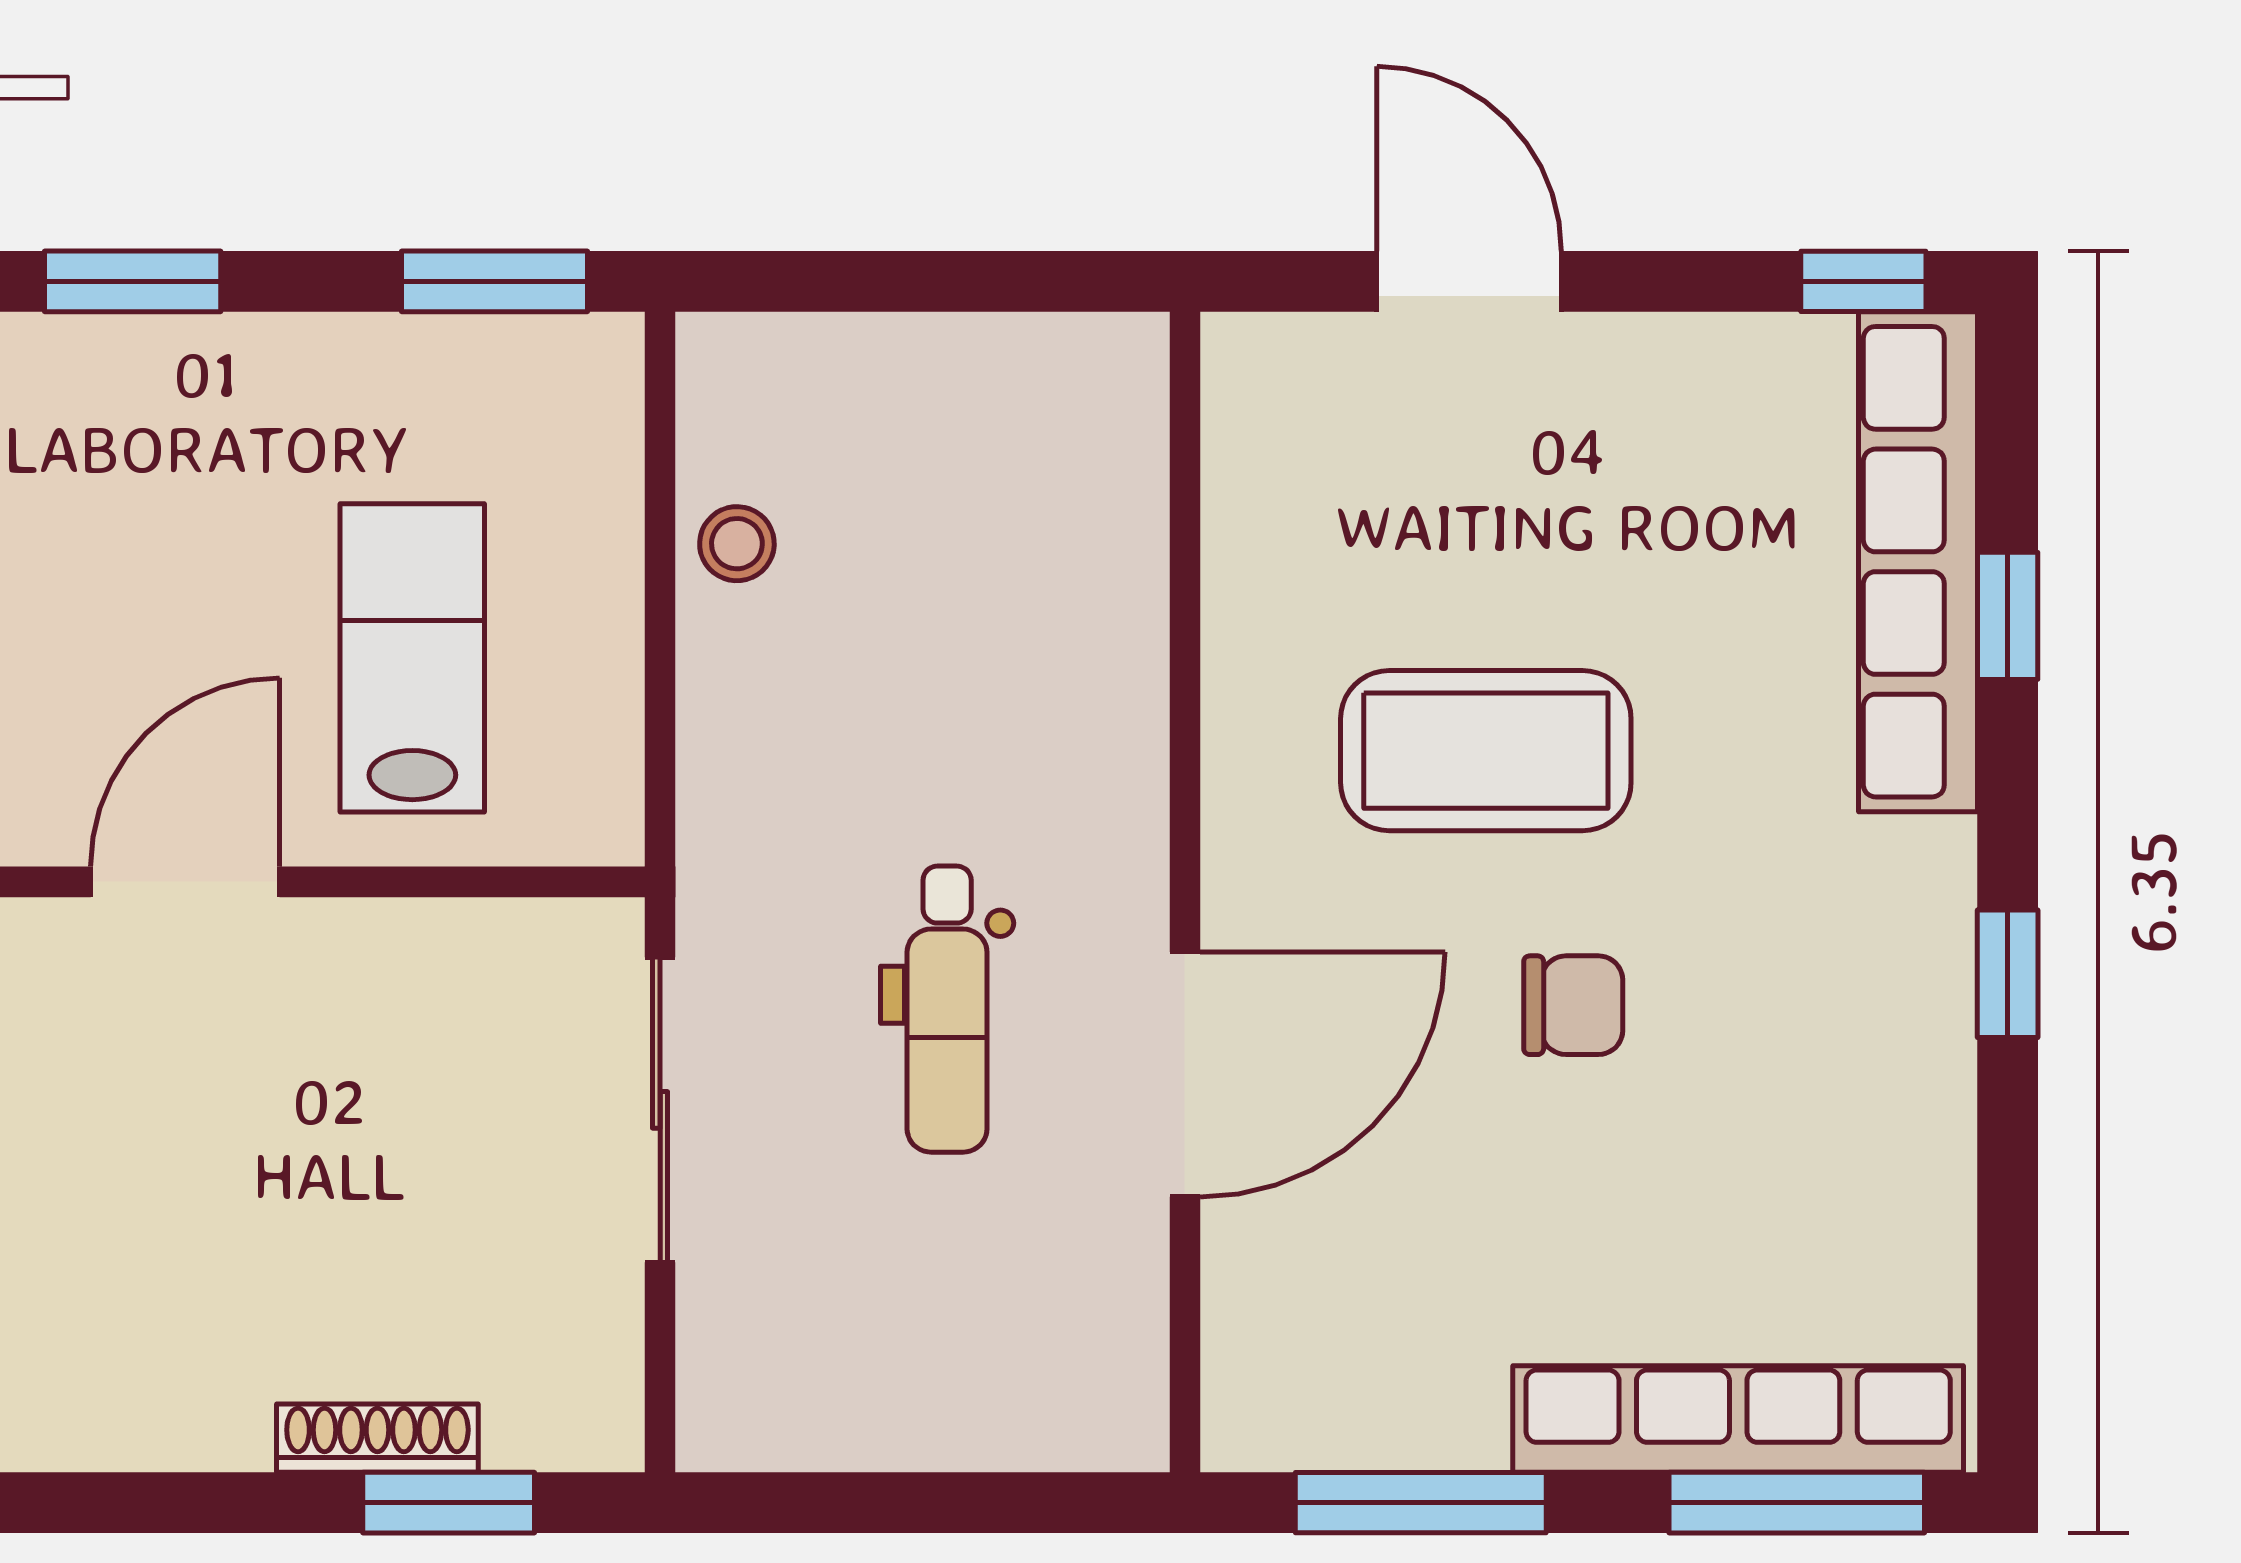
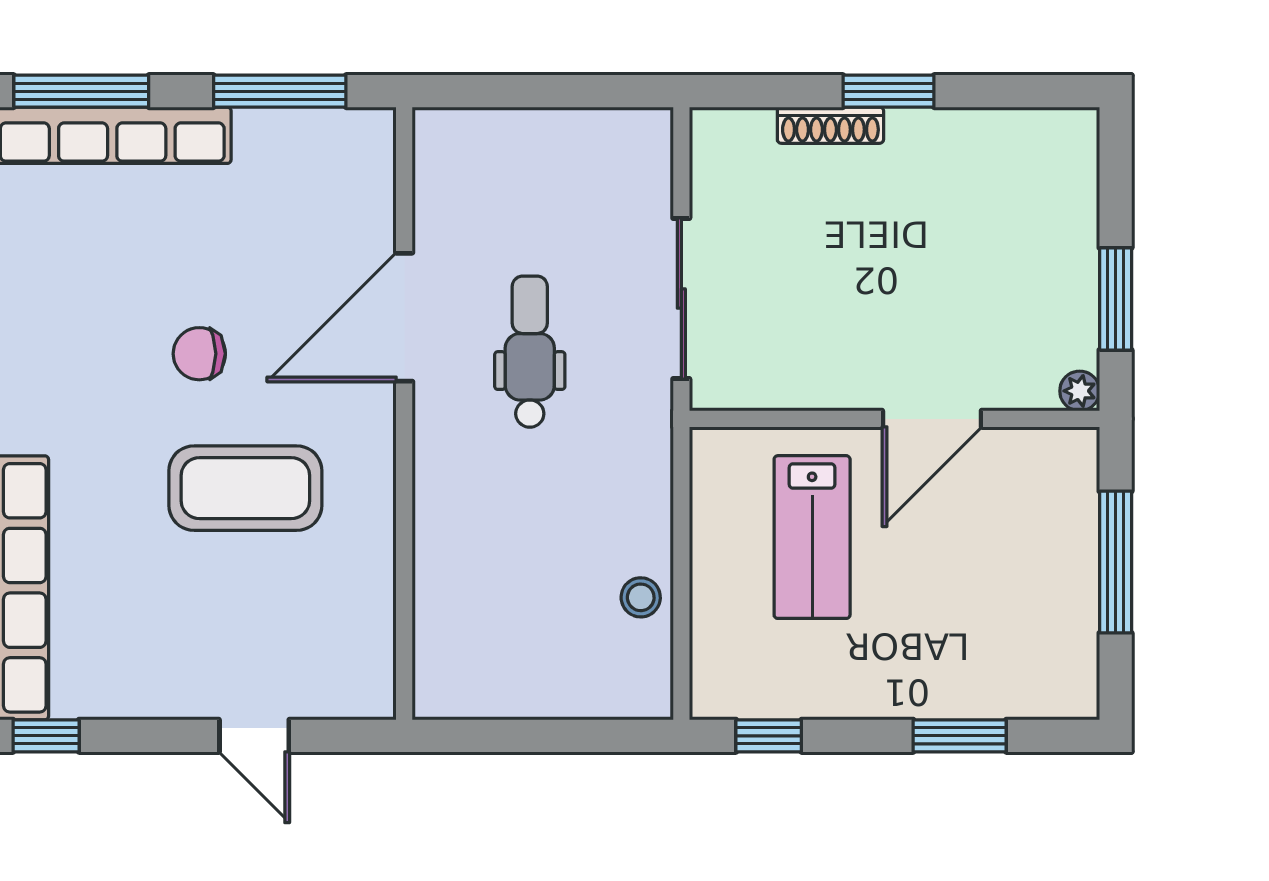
window: (495, 281) -> (769, 736), width x0.67
door: (1469, 281) -> (254, 736), width x0.73
window: (449, 1503) -> (888, 91), moved

